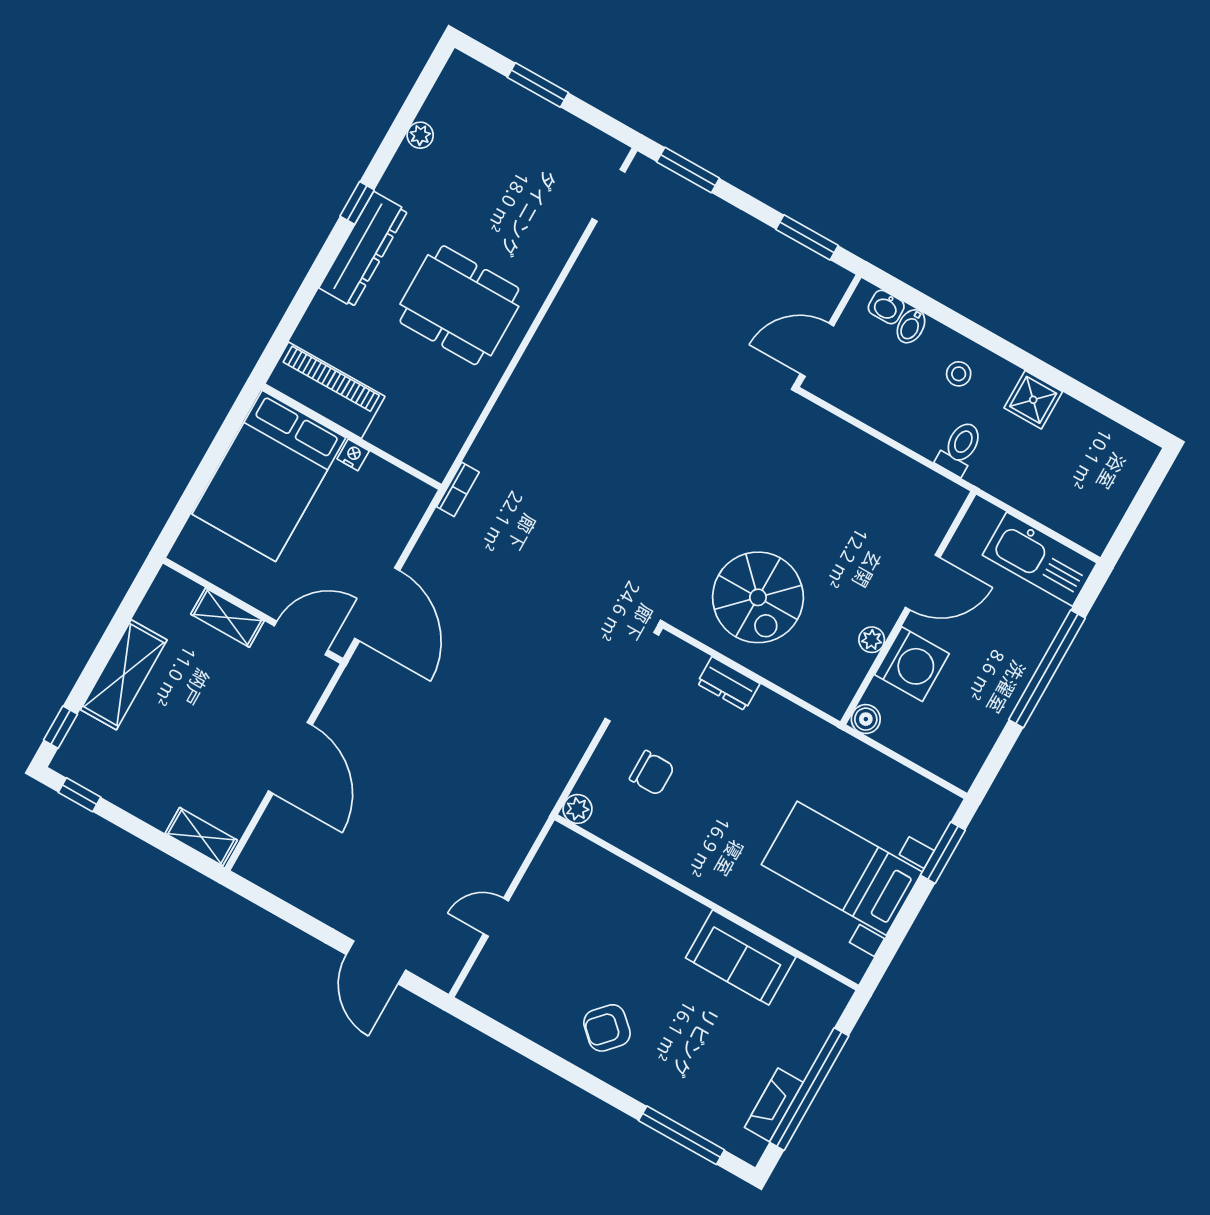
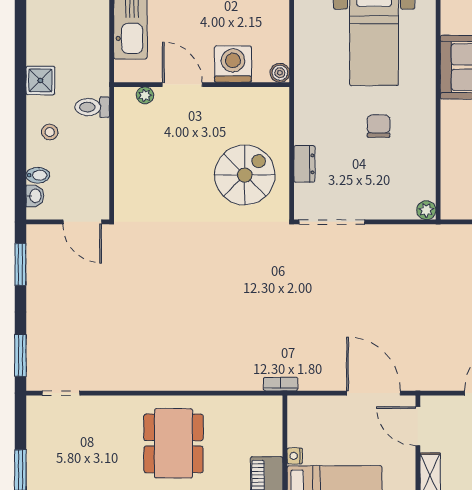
door: (377, 604) -> (374, 393), hinge flipped
plant: (872, 640) -> (145, 95), moved
chair: (652, 773) -> (379, 126), moved

